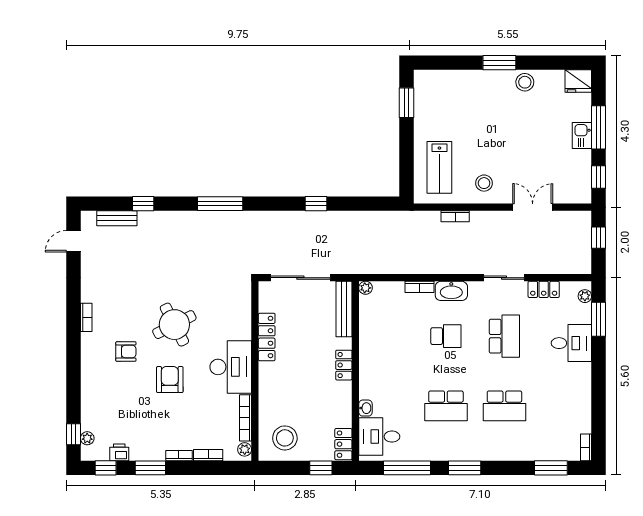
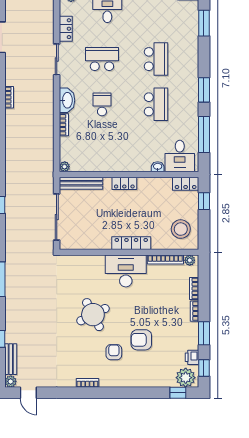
plant: (88, 218) -> (11, 381), added
locker: (267, 337) -> (131, 243), moved
armchair: (170, 380) -> (141, 340), moved
plant: (87, 438) -> (186, 378), width x1.87, depth x1.87

